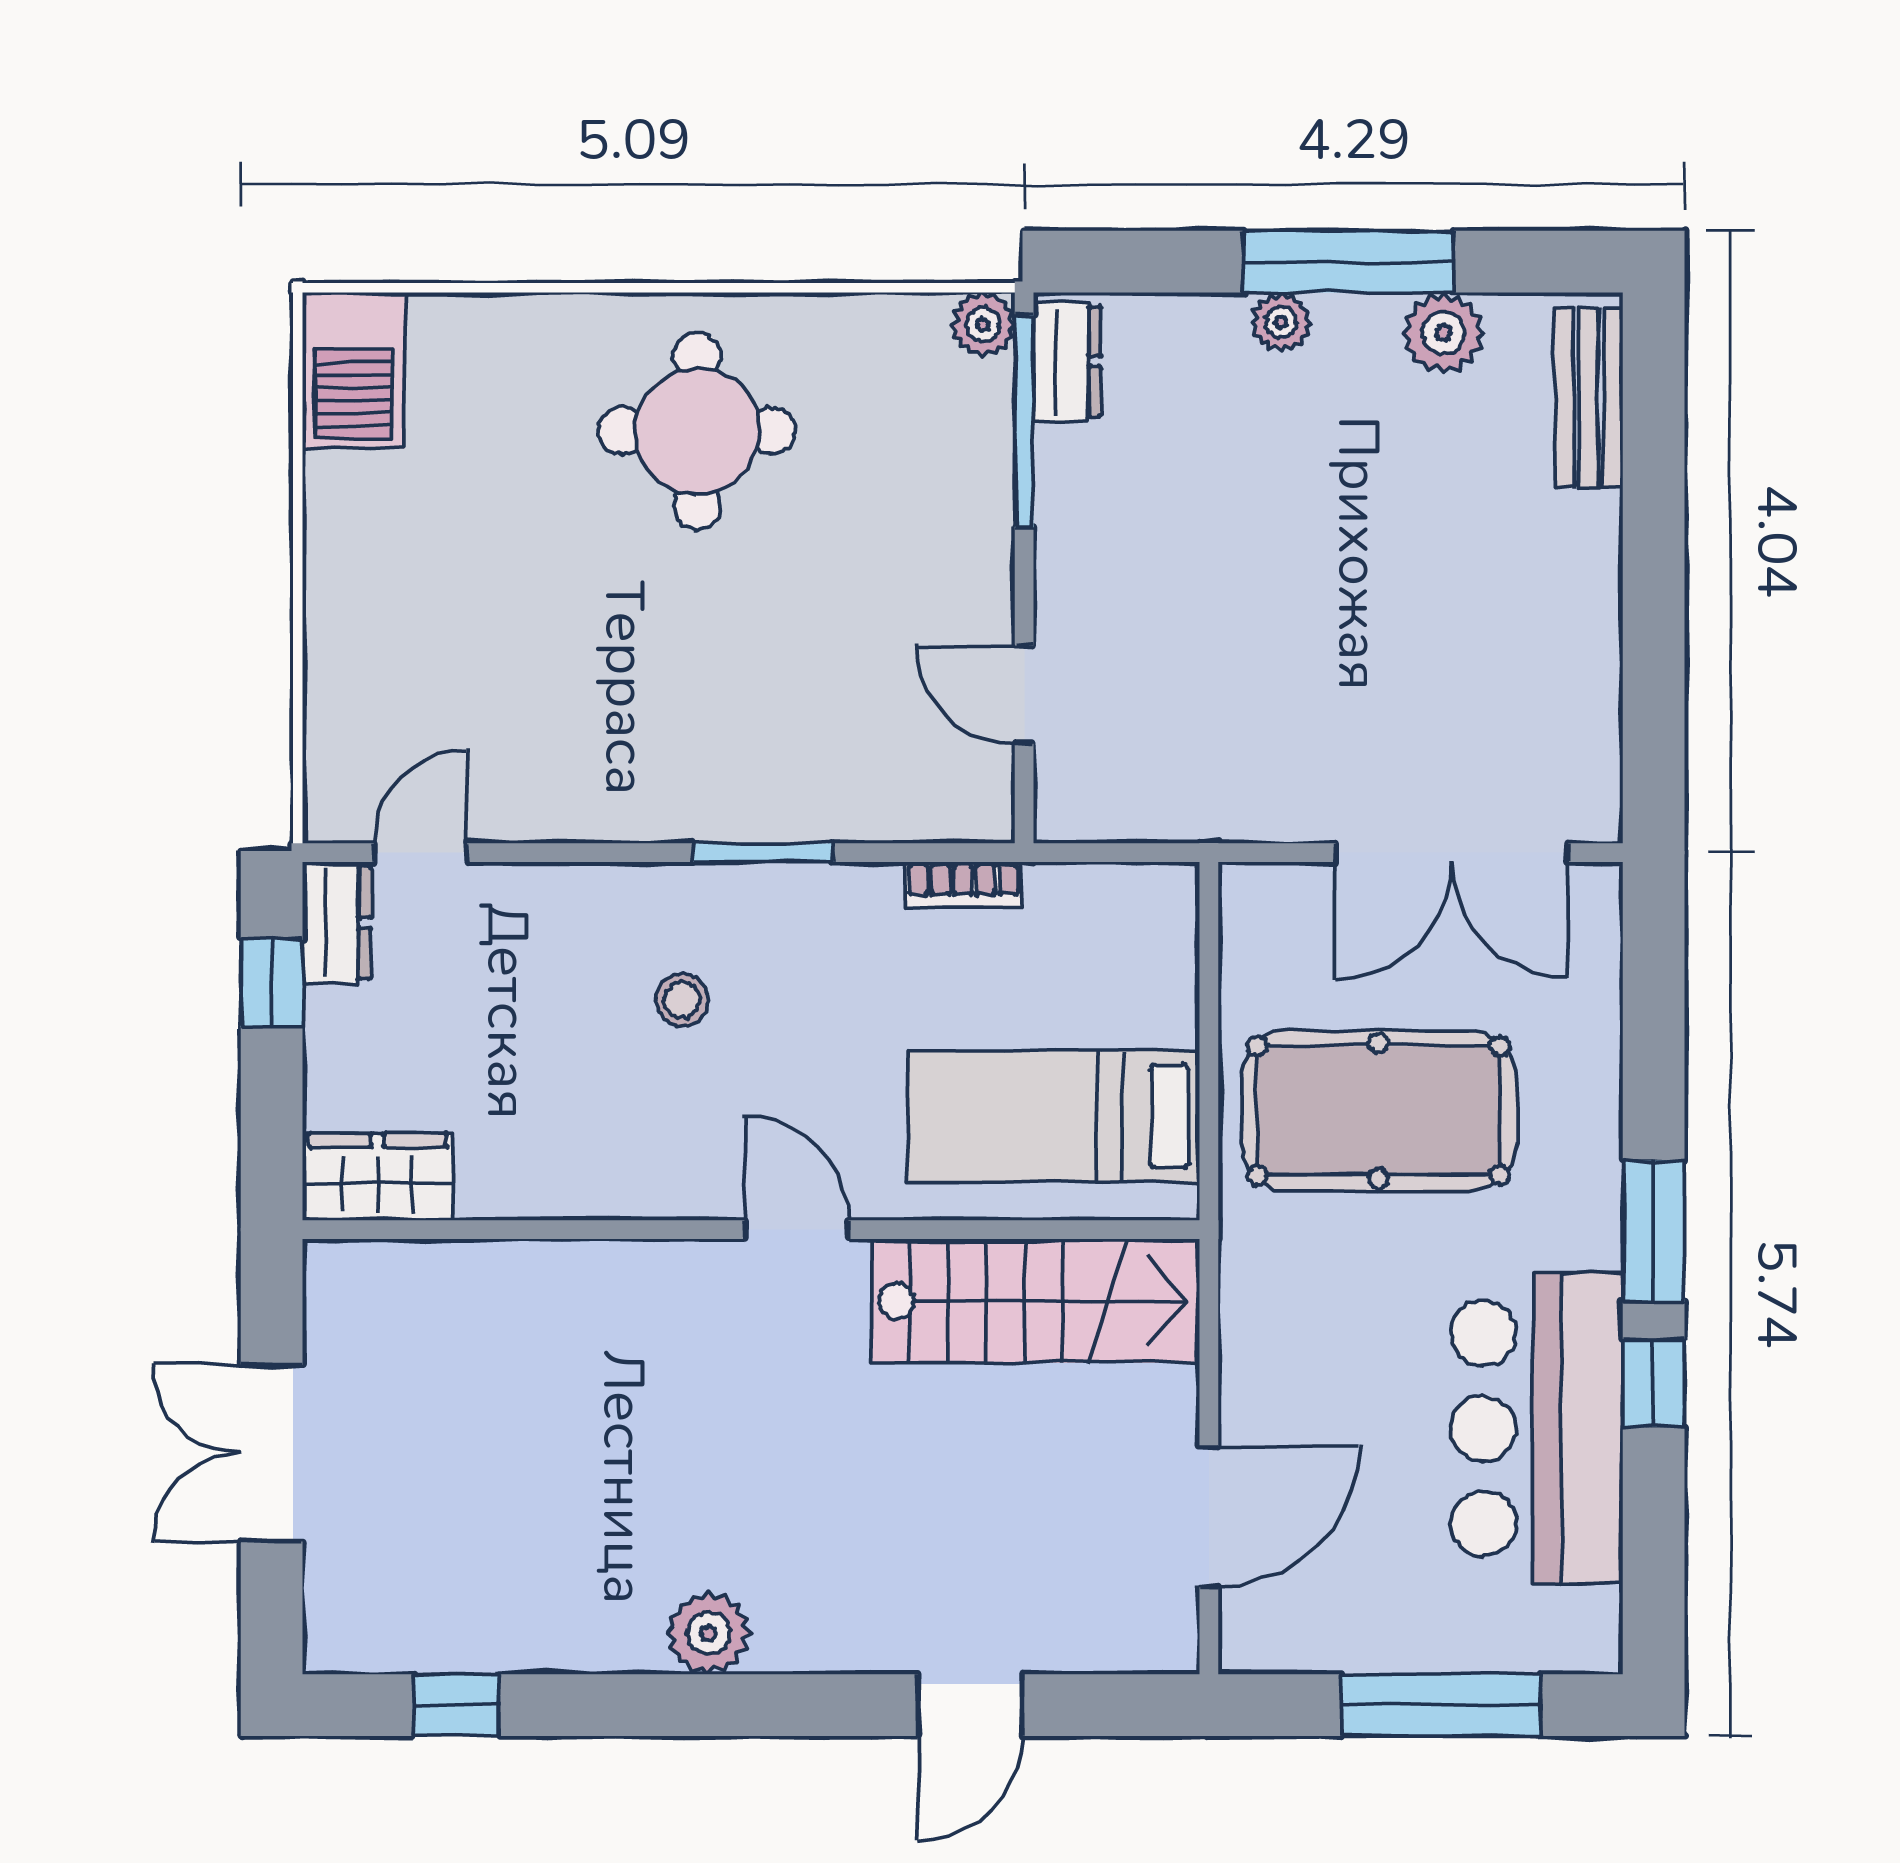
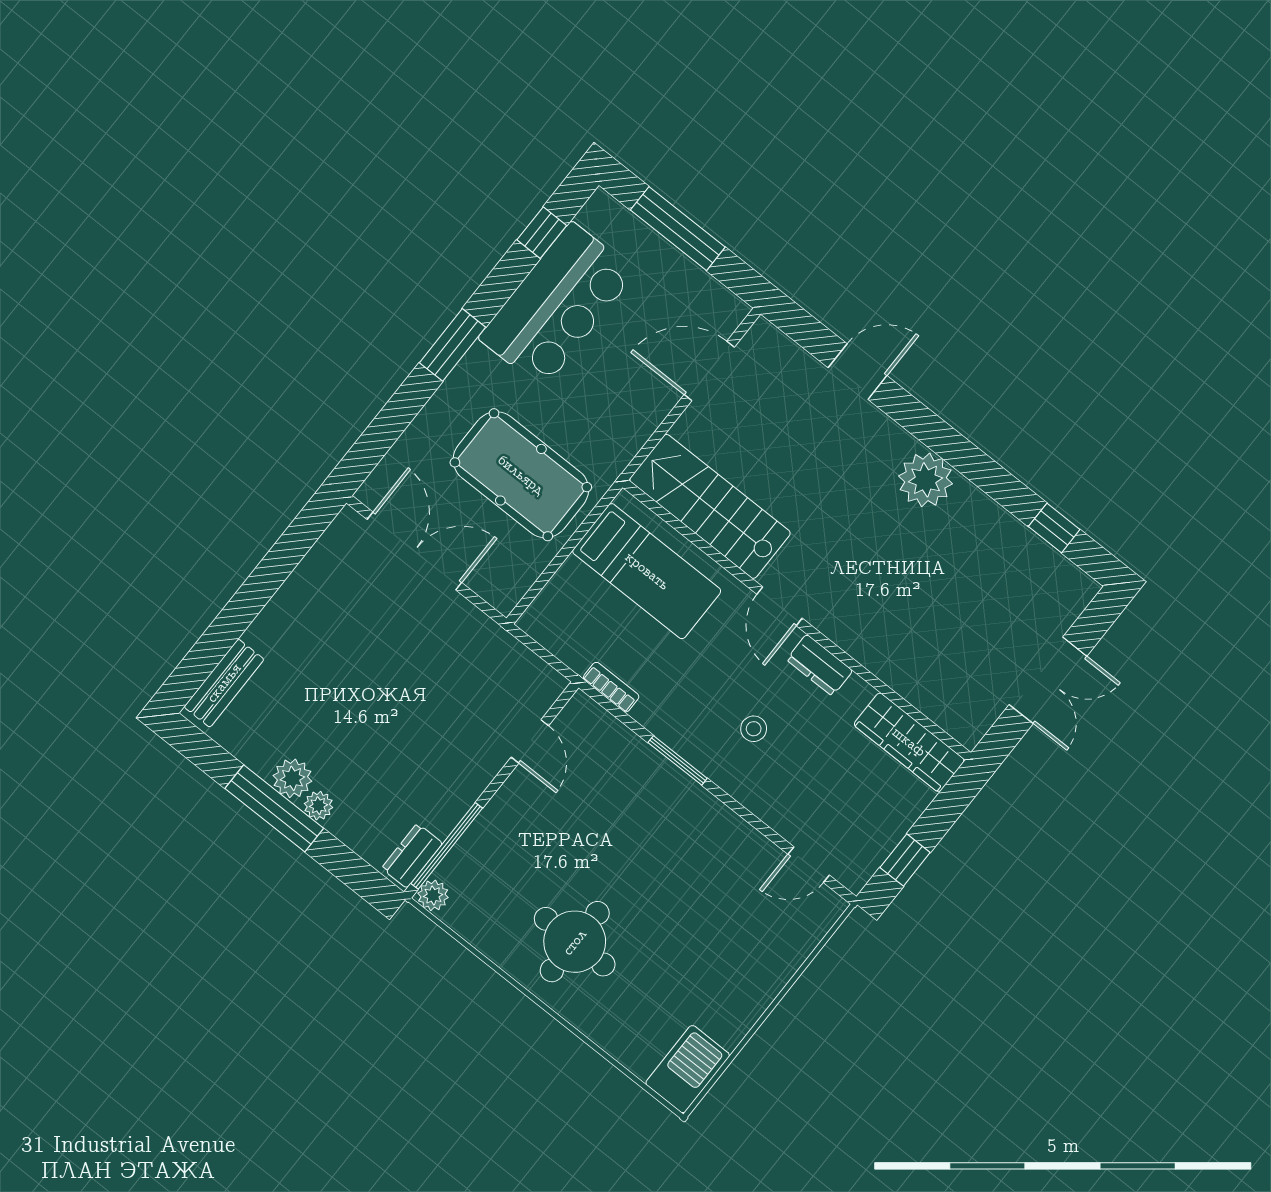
plant: (1444, 333) -> (292, 778), moved
dresser: (337, 923) -> (819, 665), moved, turned -90
wardrobe: (378, 1177) -> (909, 742), width x1.50
window: (1654, 1383) -> (542, 233), moved
plant: (708, 1633) -> (926, 480), width x1.36, depth x1.36

